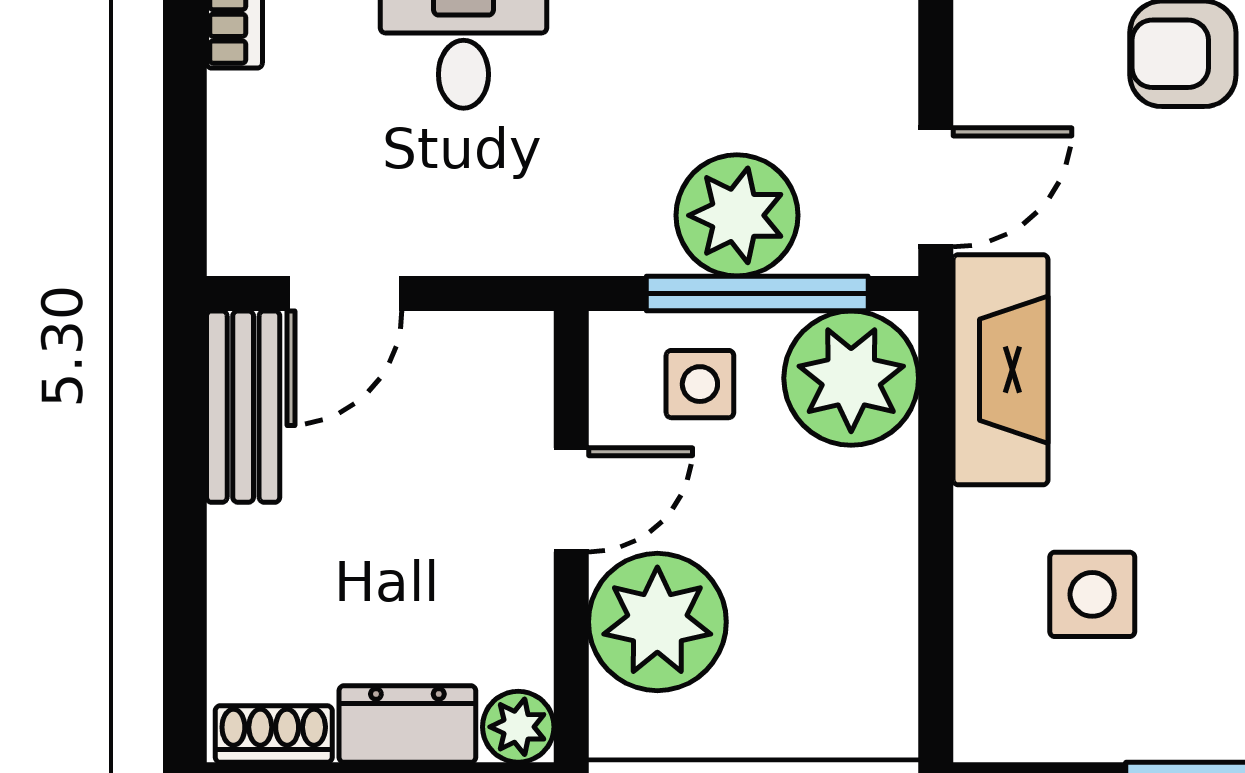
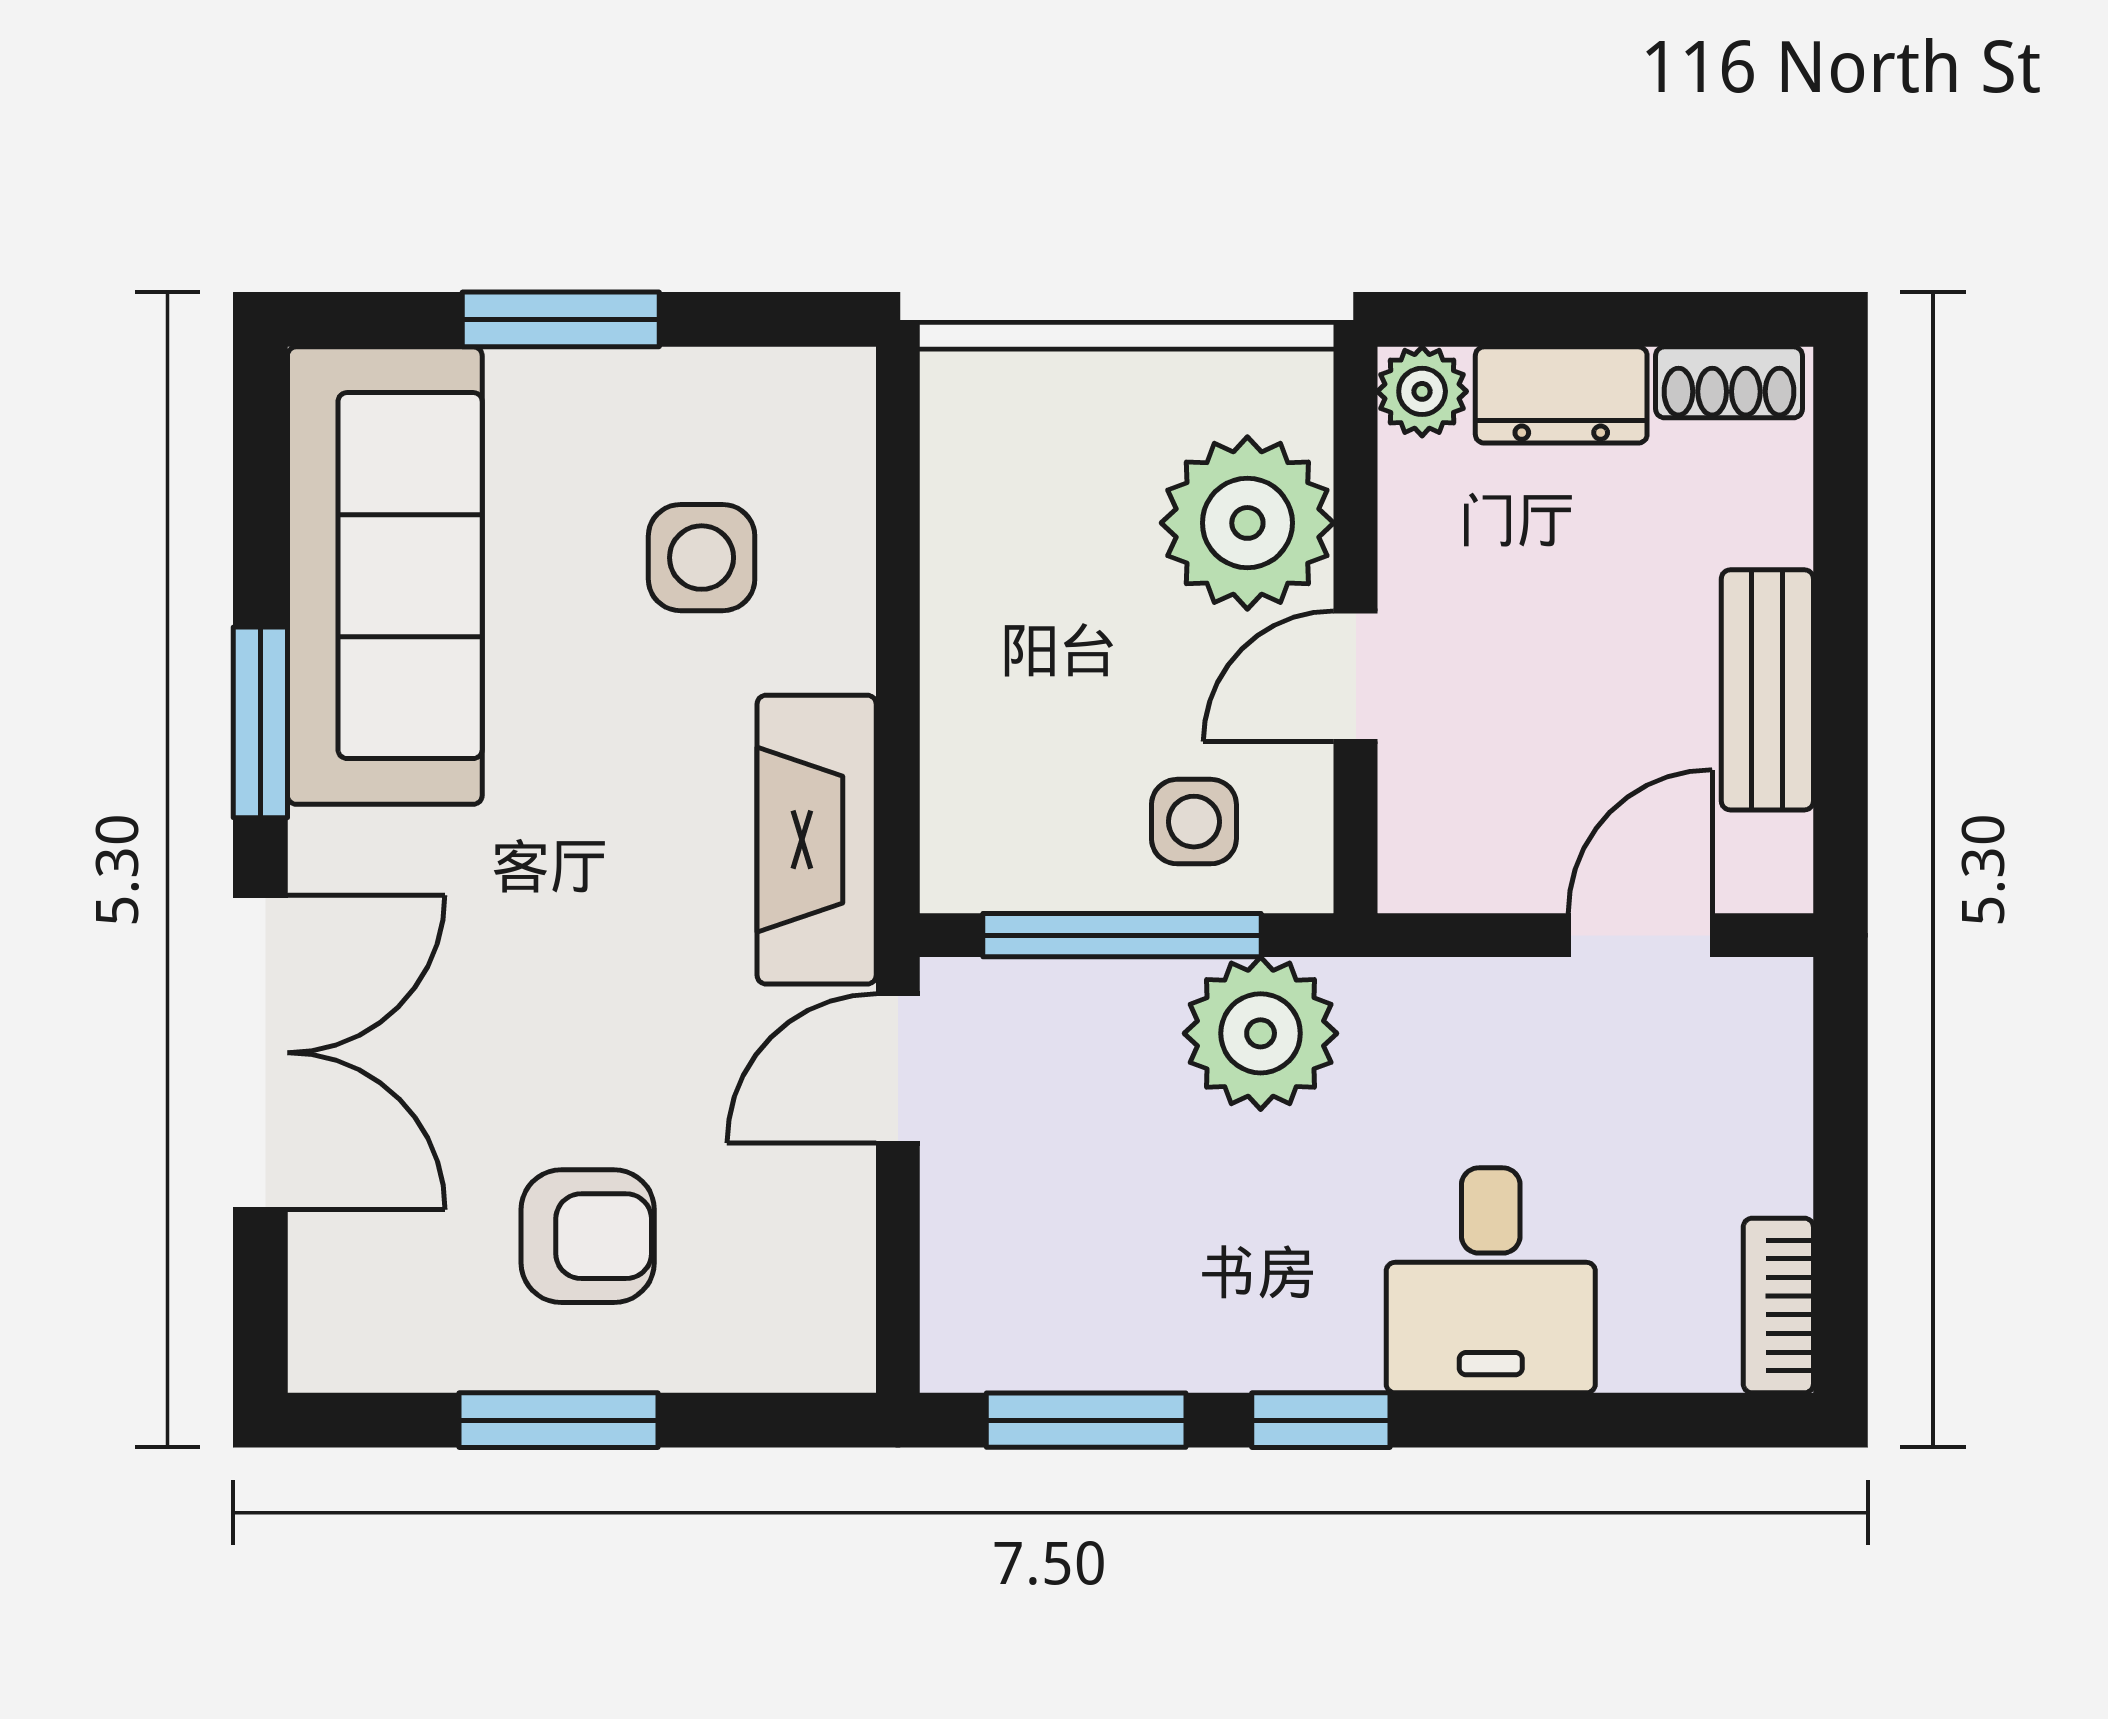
plant: (737, 215) -> (1261, 1033), moved
plant: (851, 378) -> (1004, 829), removed
bench: (243, 407) -> (1767, 690), moved

